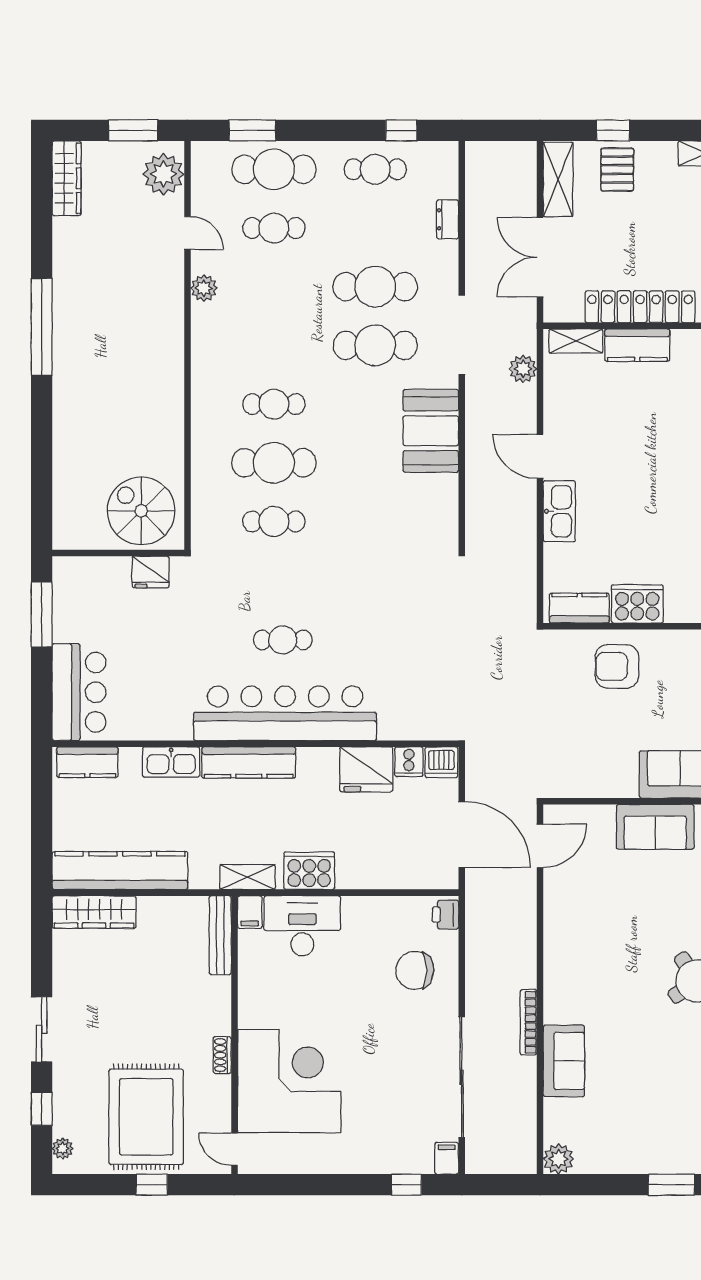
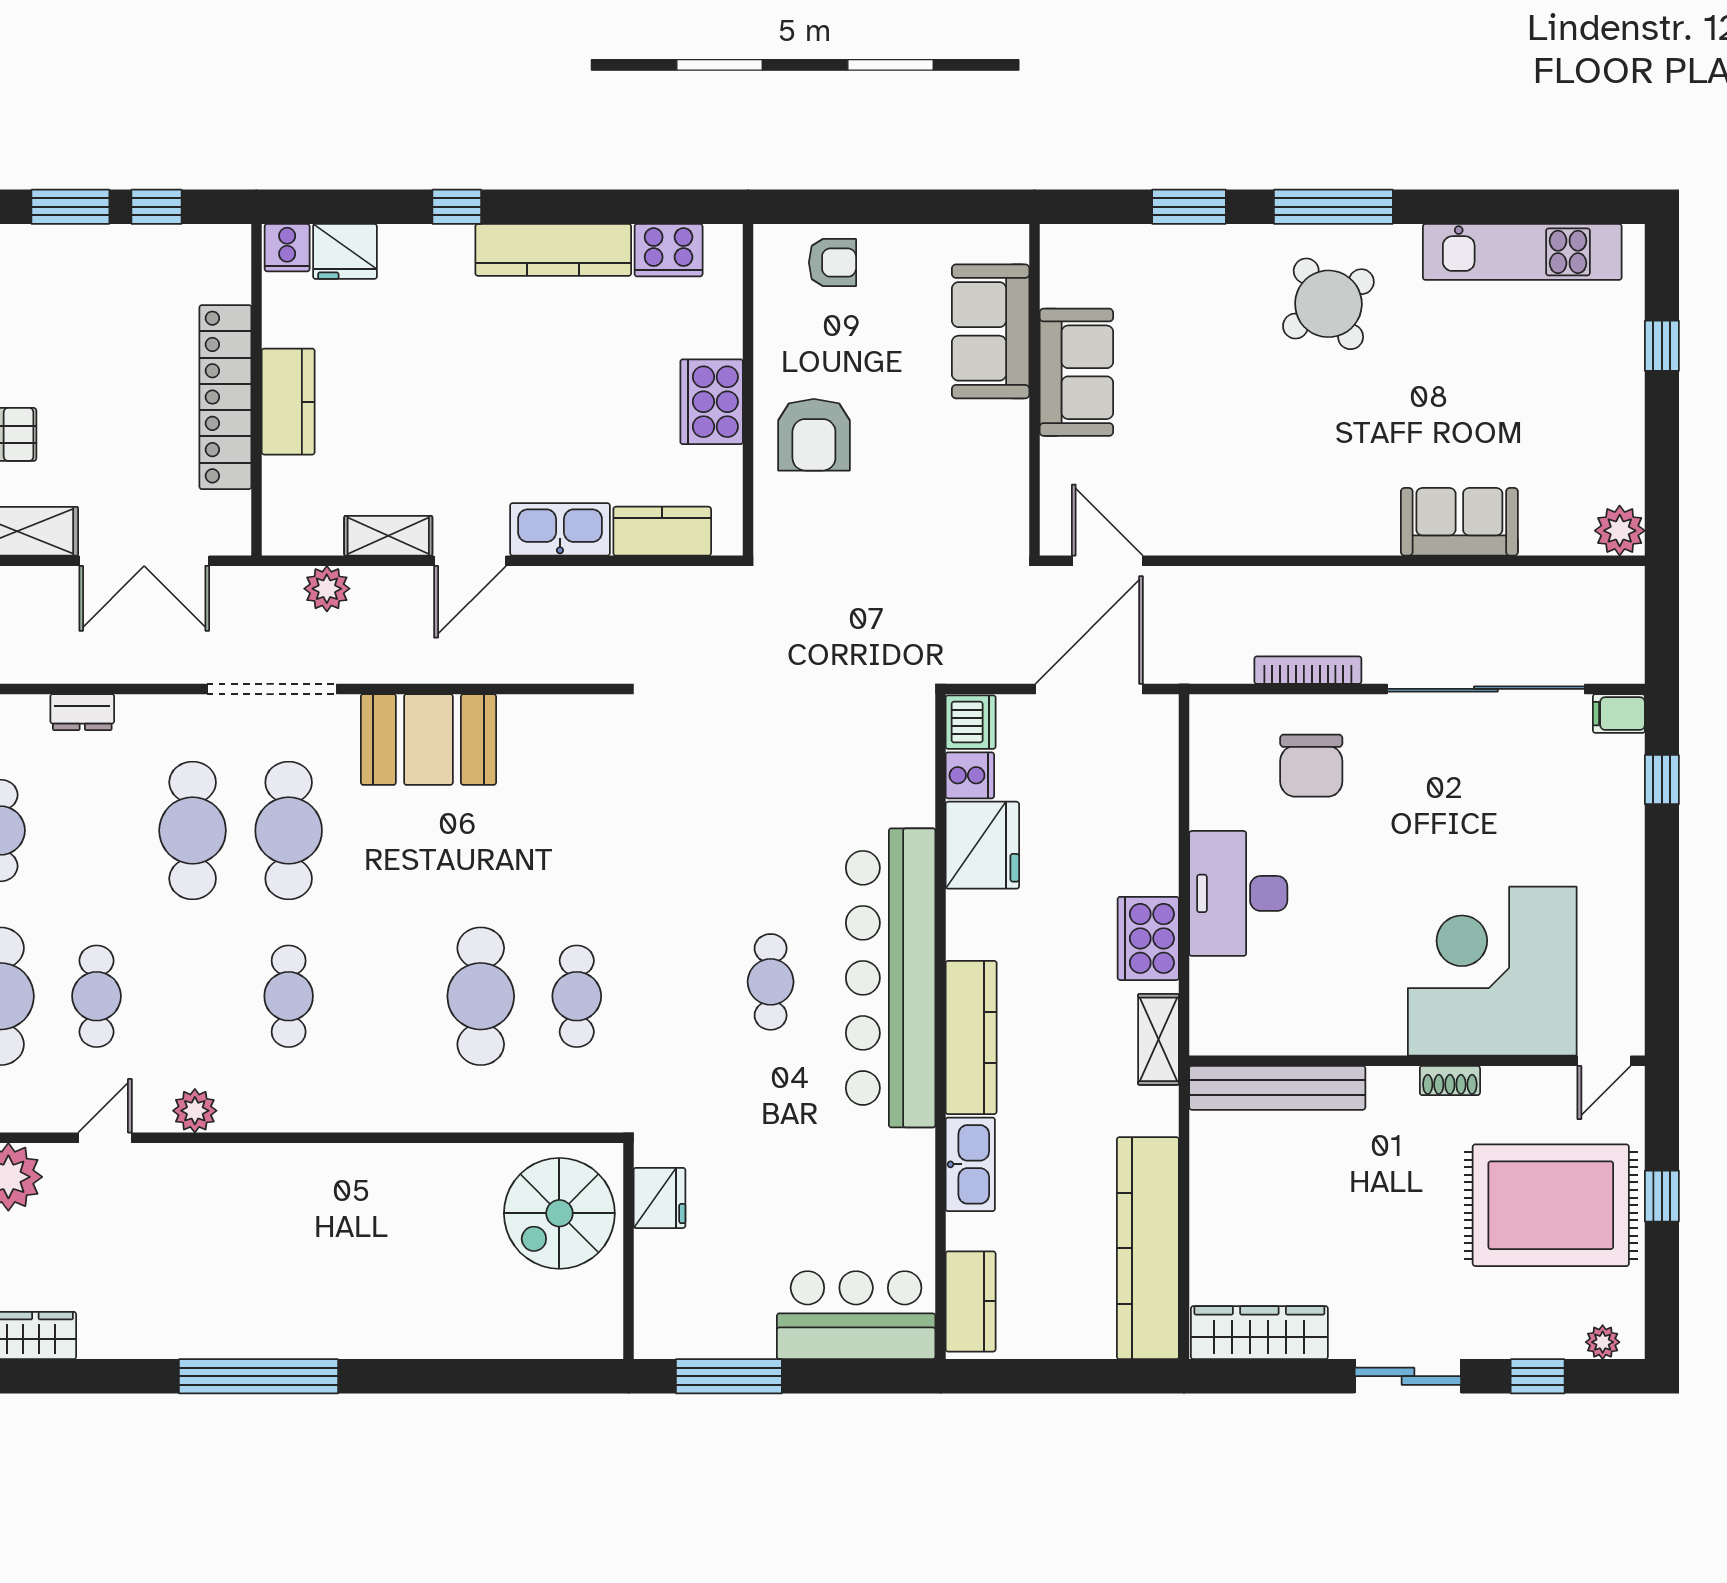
shelving: (576, 341) -> (388, 536), moved, turned 90
cafe table: (274, 404) -> (289, 996), moved
kitchen counter: (579, 608) -> (662, 531), moved, turned 90
wardrobe: (94, 912) -> (1259, 1333), moved, turned -90
filing cabinet: (250, 912) -> (1216, 1036), removed
printer: (445, 915) -> (1220, 716), removed
desk: (302, 926) -> (1238, 893), moved
bench: (220, 935) -> (1277, 1088), width x1.37, depth x1.21
bookcase: (529, 1022) -> (1308, 670), moved, turned 180
window: (671, 1185) -> (1662, 346), width x0.67

